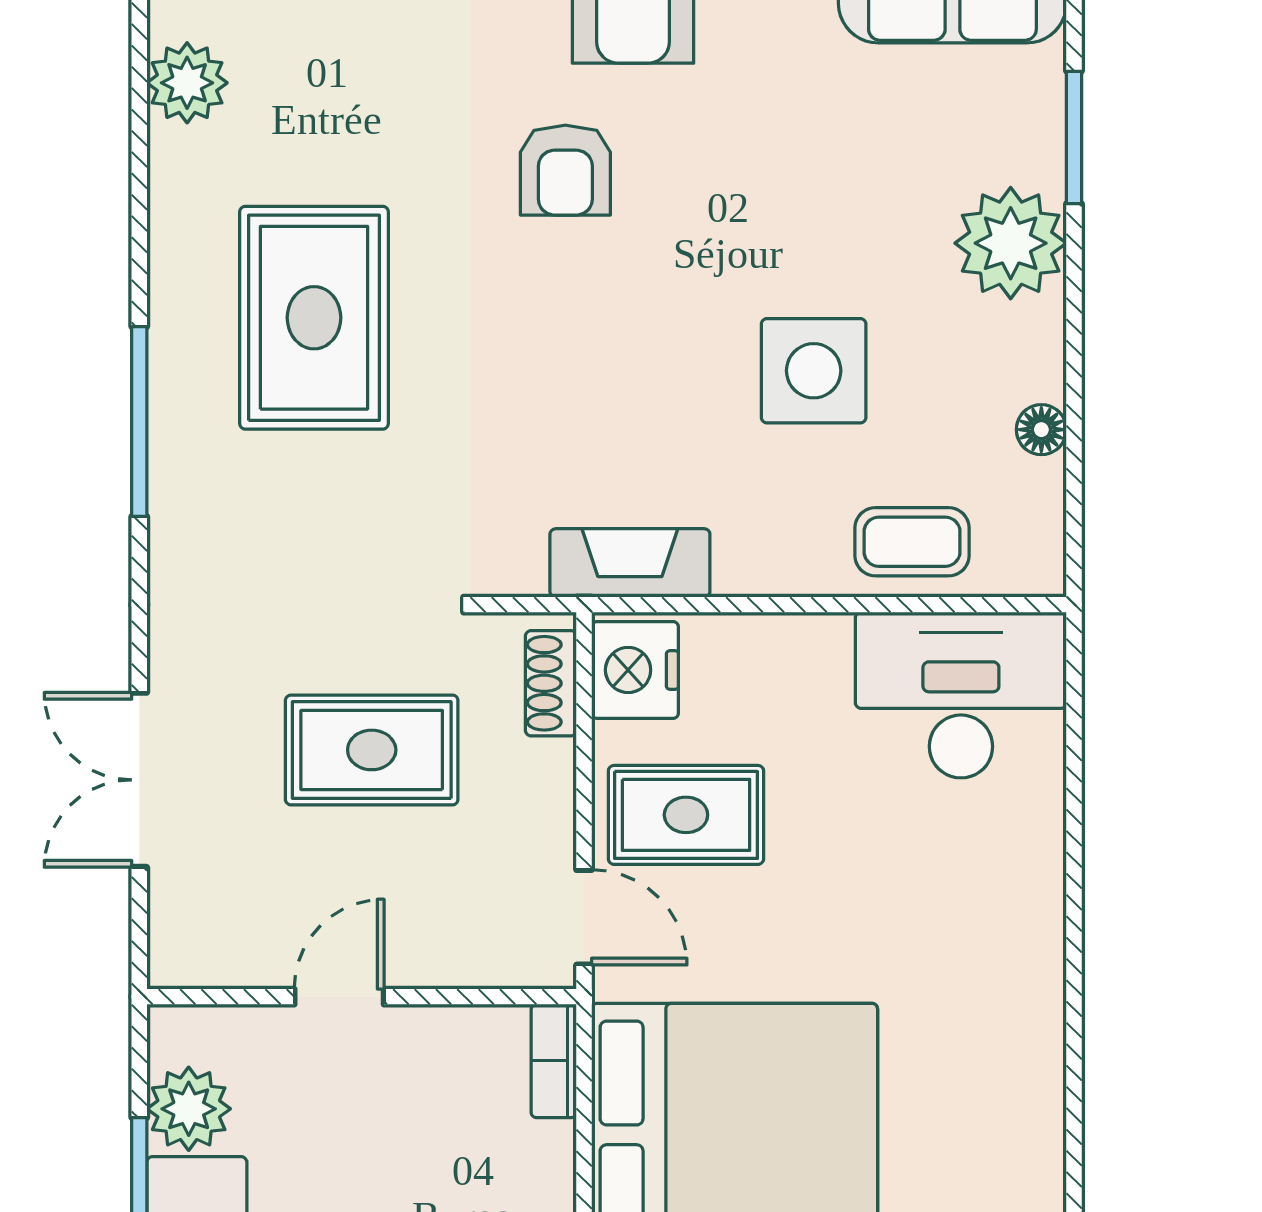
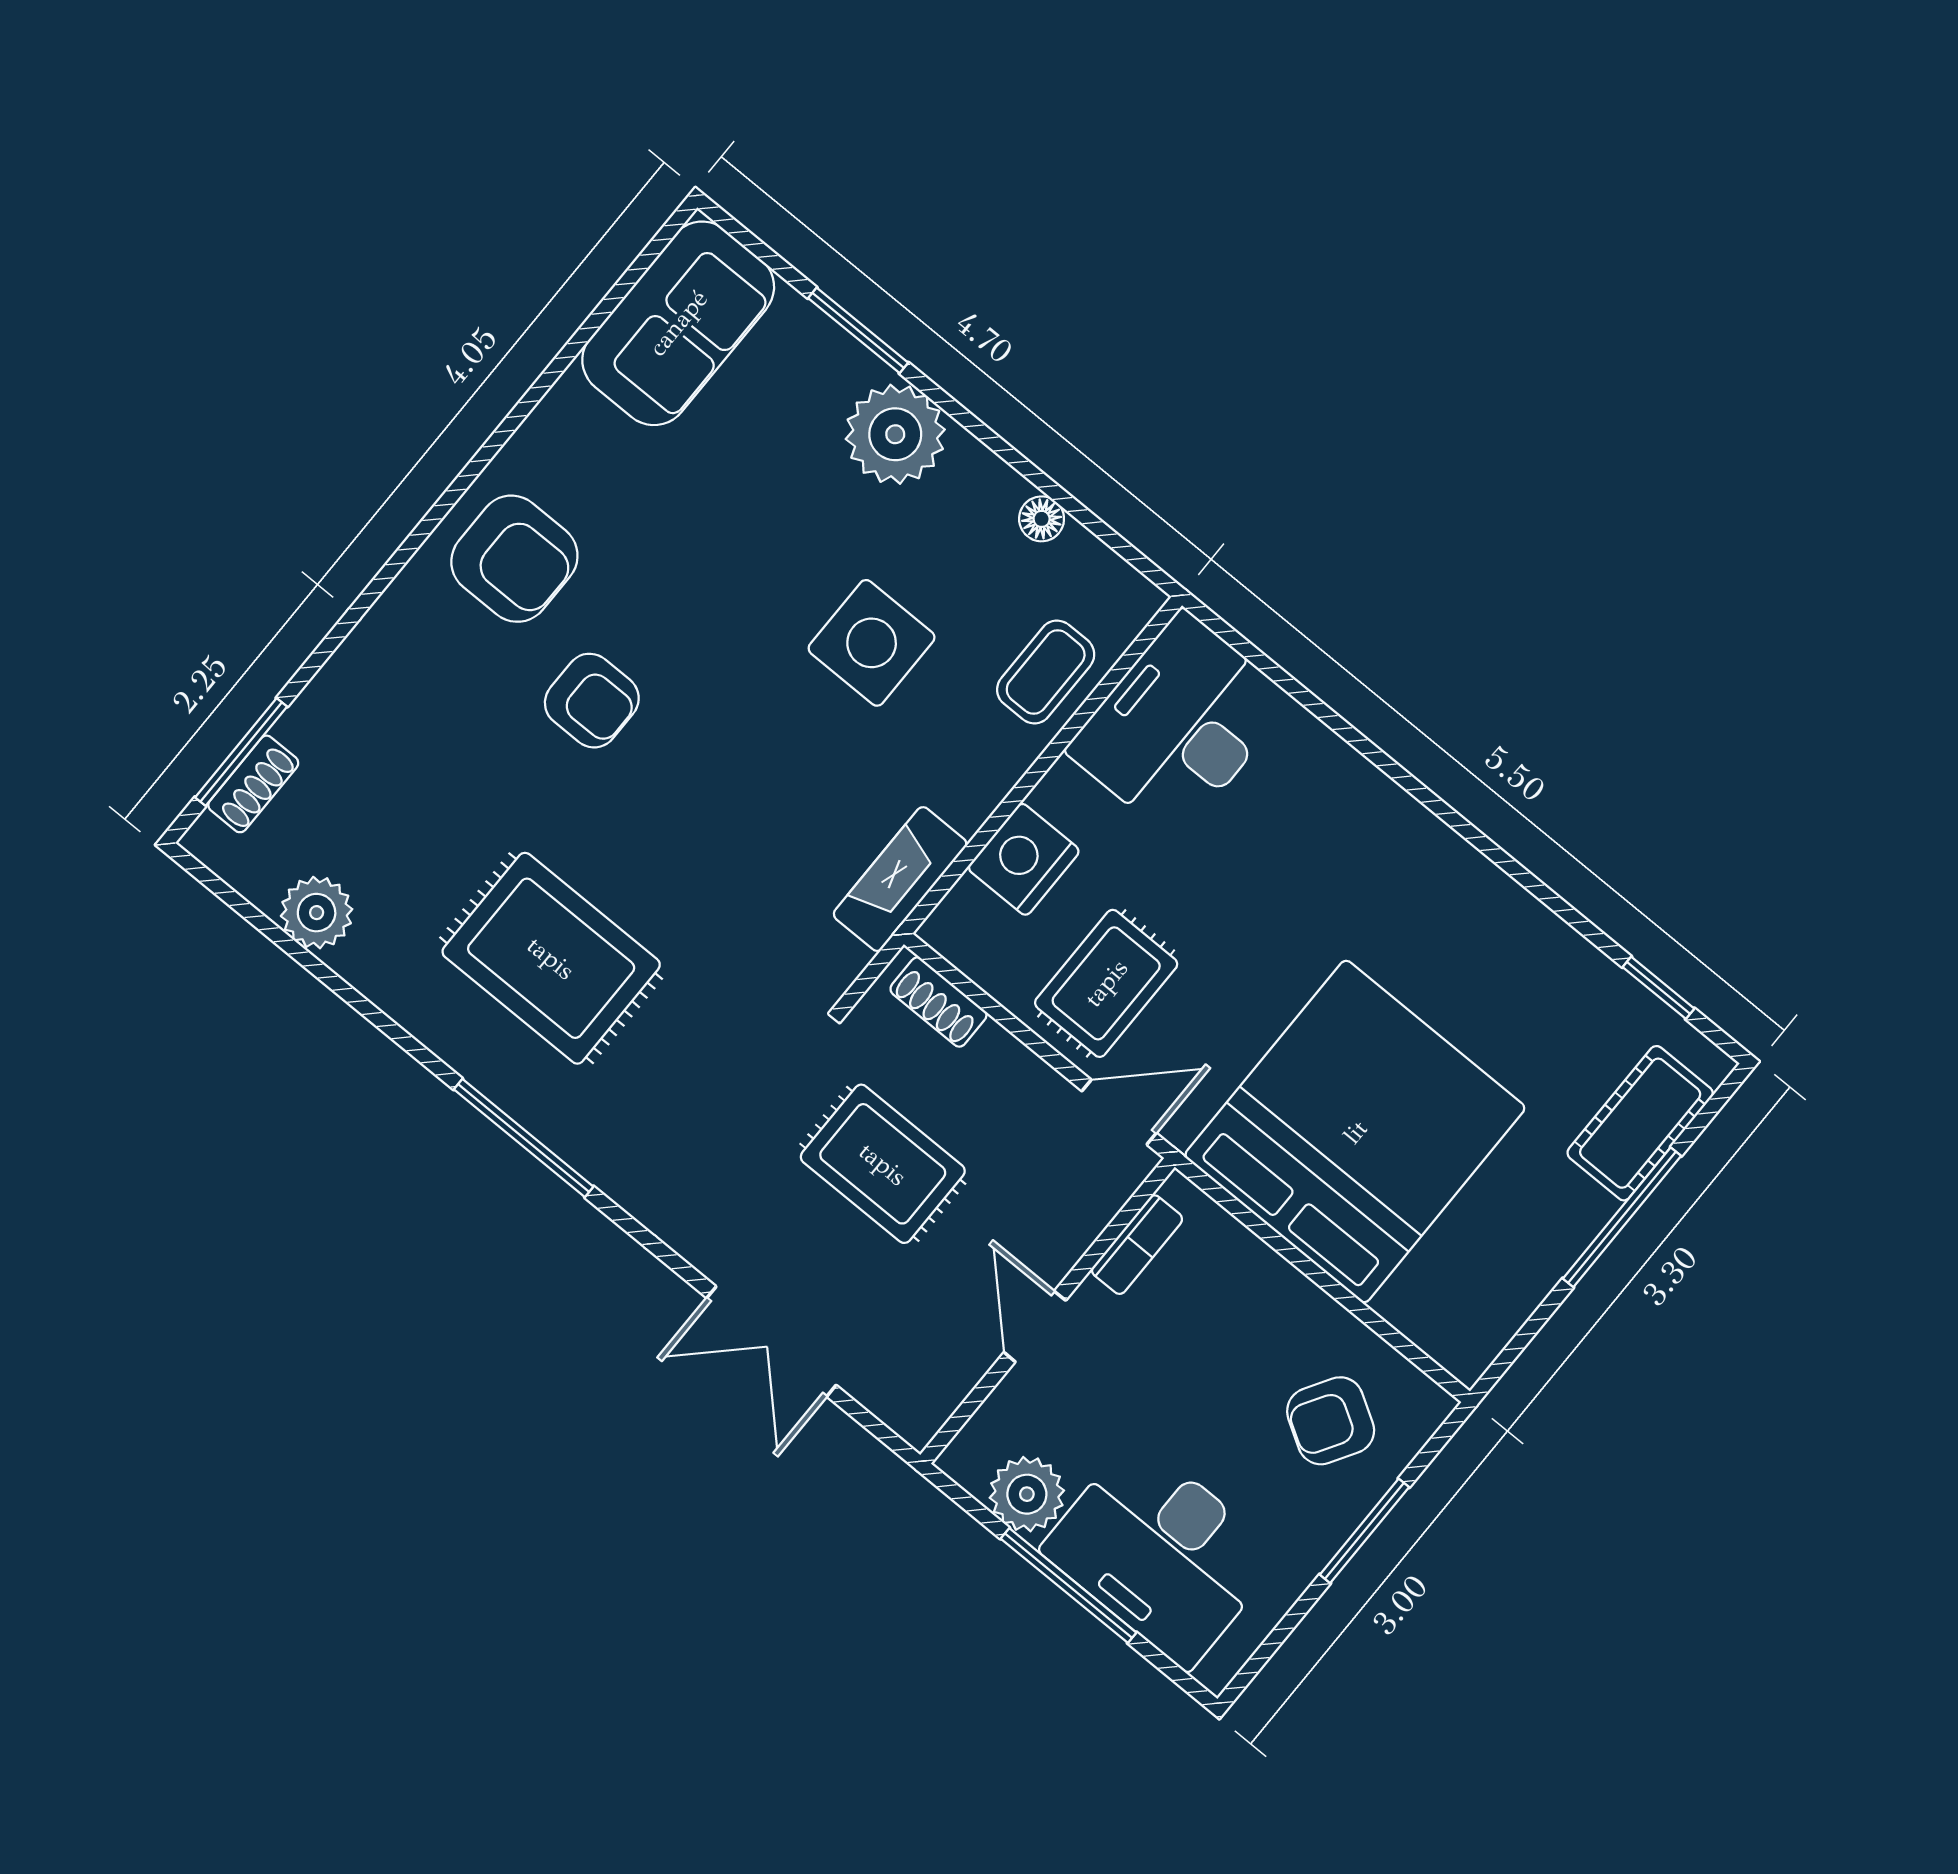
nightstand: (635, 670) -> (1024, 859), moved, turned 90
rug: (372, 750) -> (883, 1164), turned 90
bookcase: (554, 1061) -> (1137, 1245), moved, turned -90

